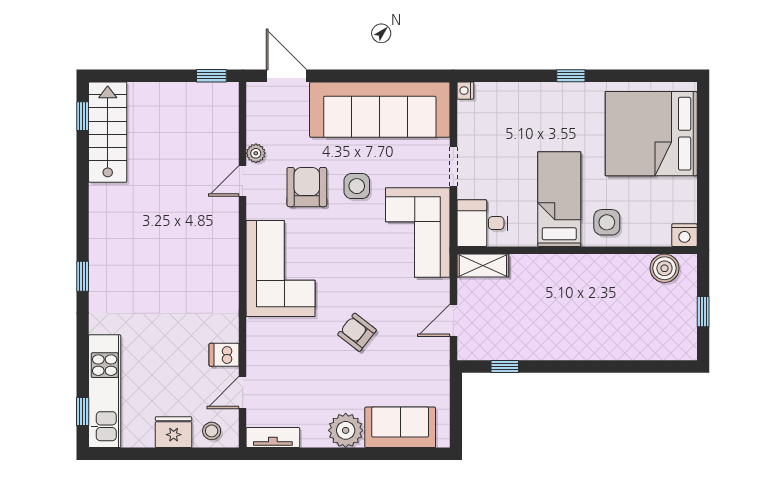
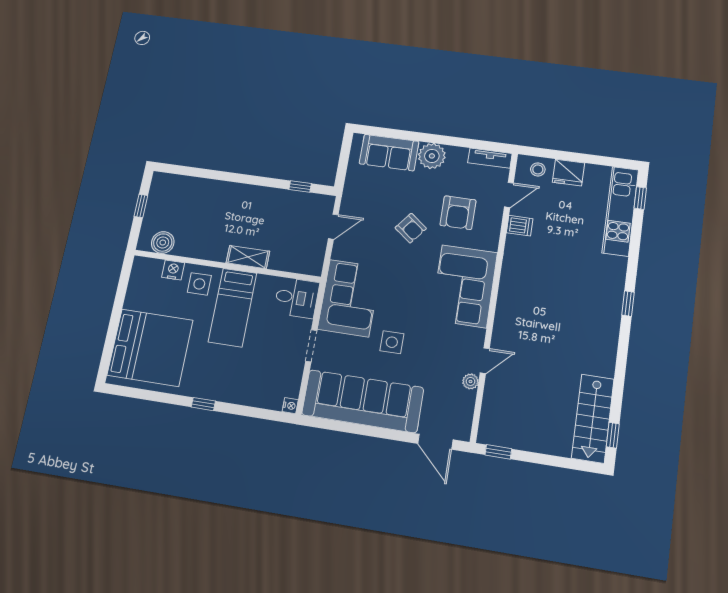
armchair: (307, 187) -> (458, 213), moved
nightstand: (684, 235) -> (173, 270), moved
shelving: (483, 265) -> (248, 257), moved

